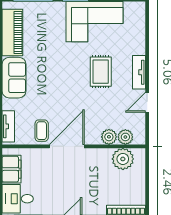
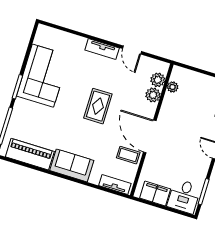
rug: (101, 72) -> (98, 106), moved, turned 90
plant: (123, 159) -> (173, 87), width x0.53, depth x0.53

